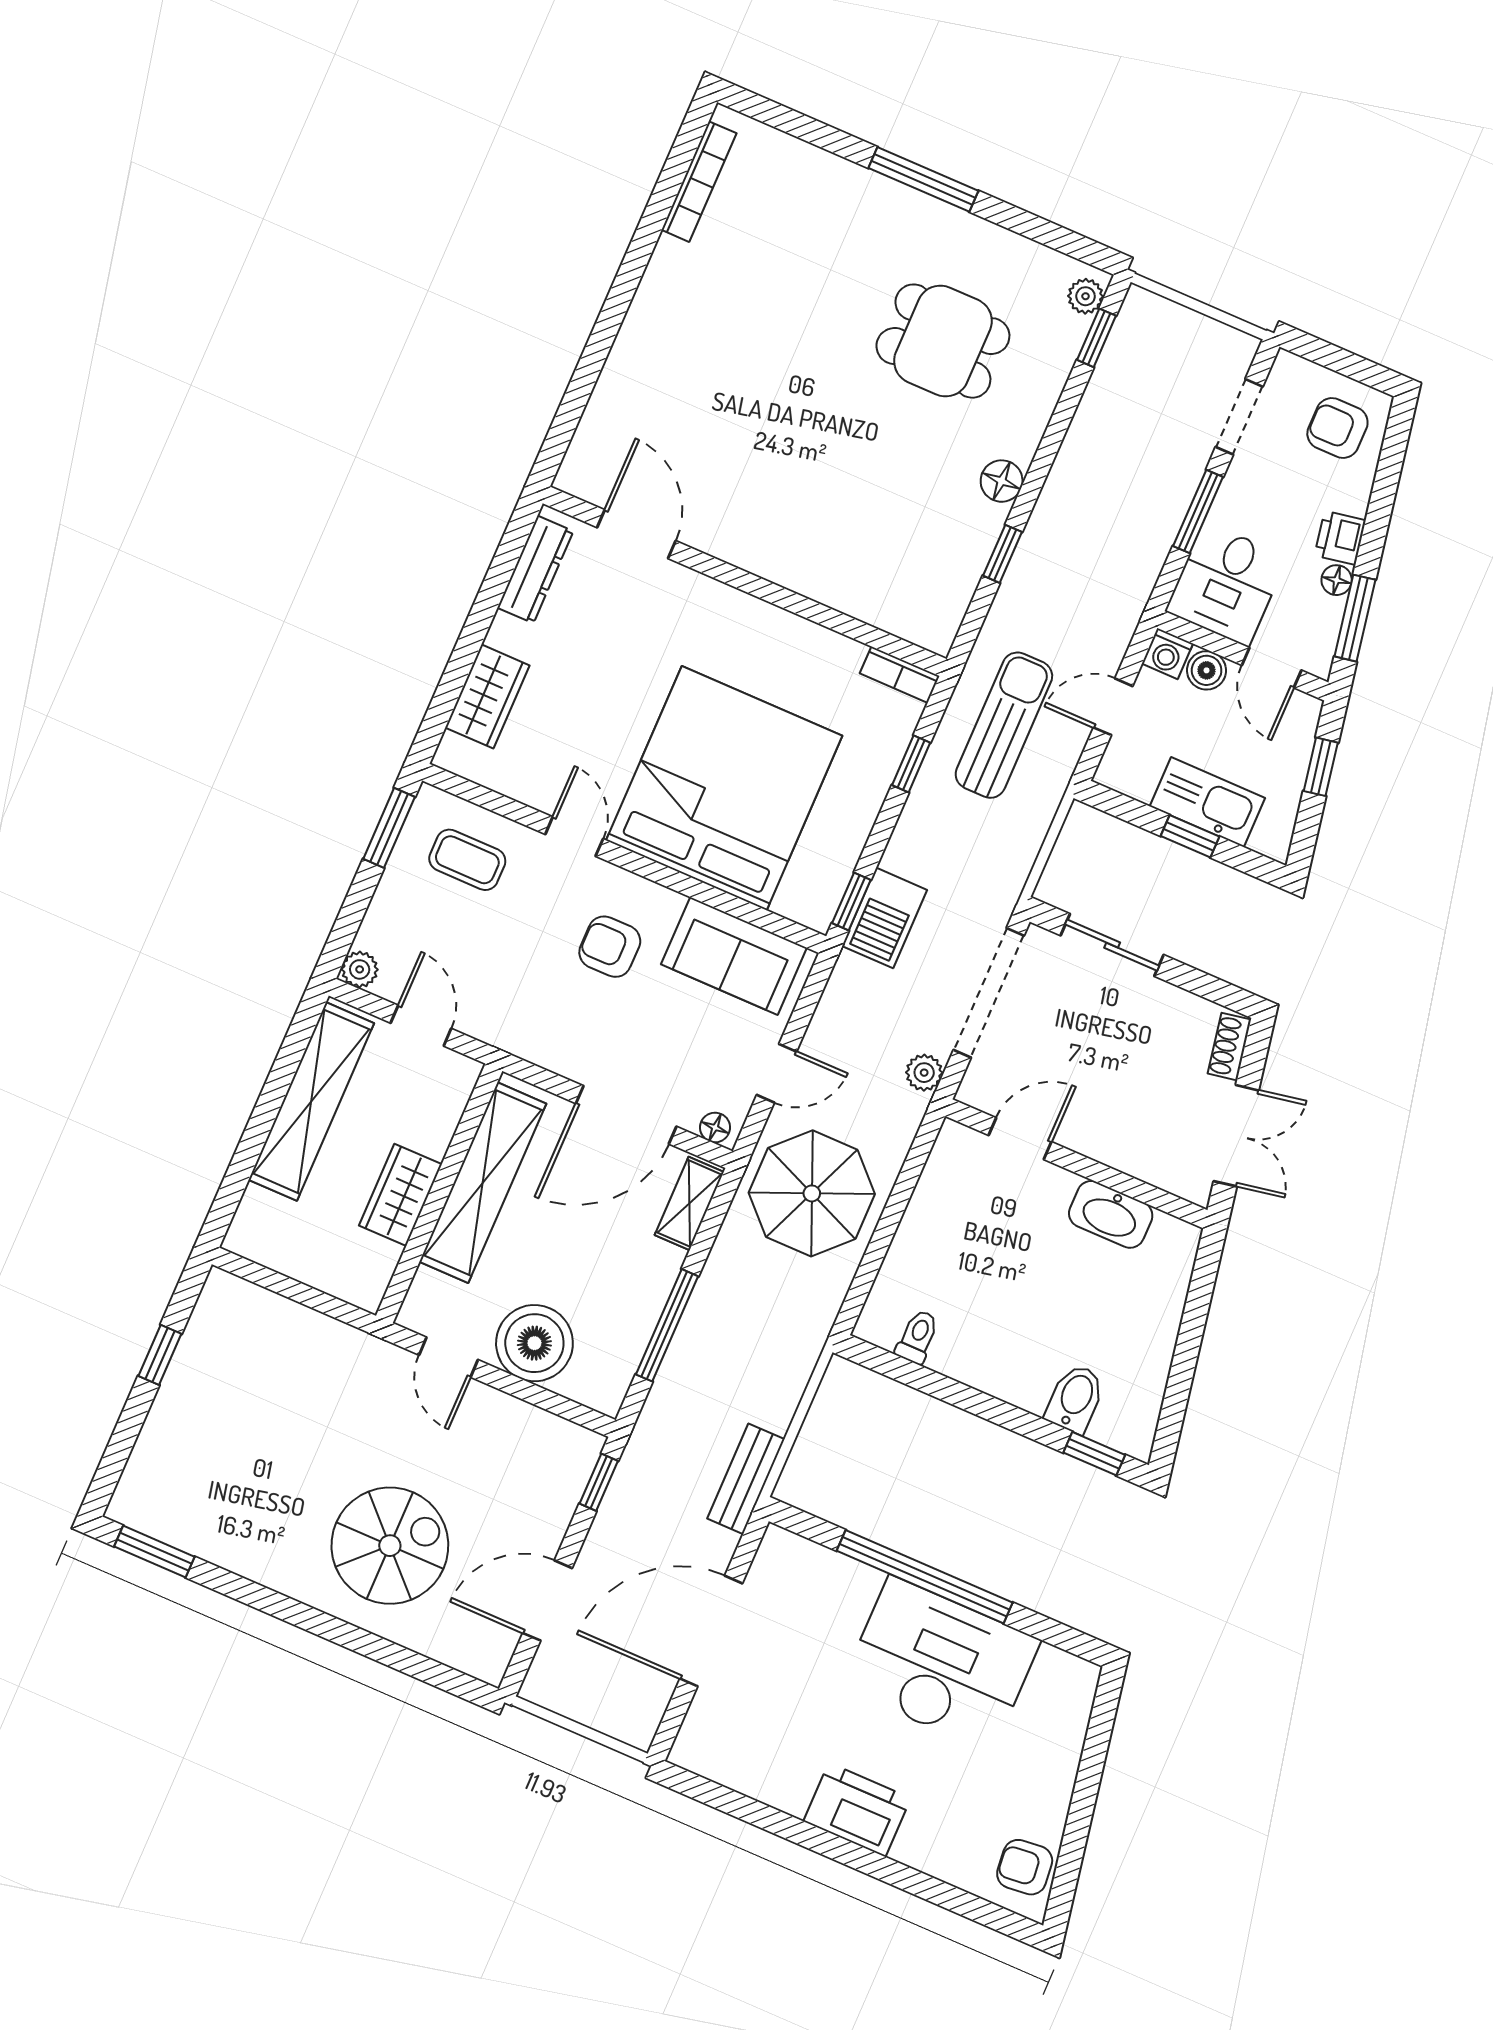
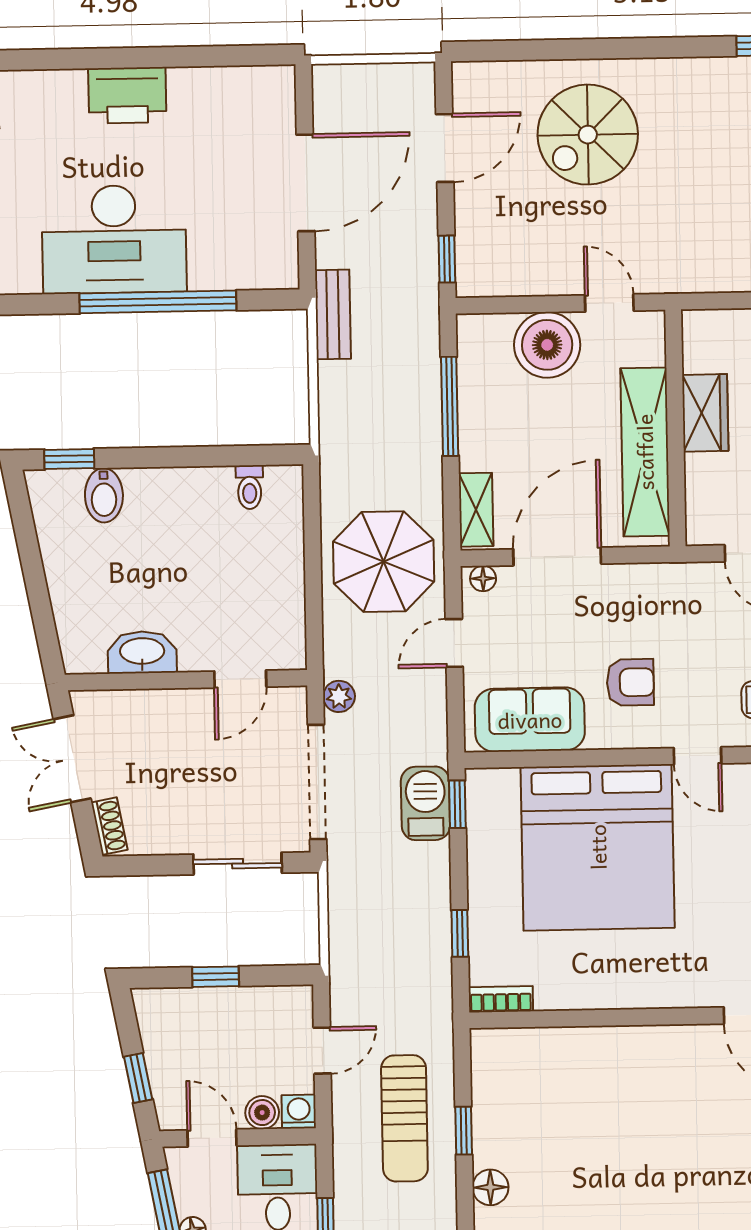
sun lounger: (1004, 725) -> (404, 1118), moved
kitchen sink: (1207, 802) -> (214, 1010), removed

